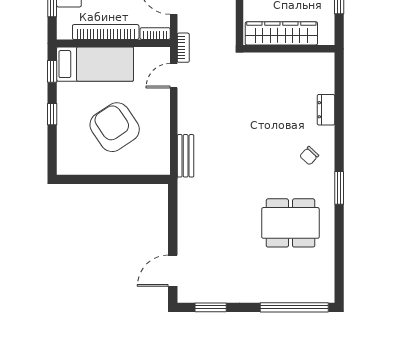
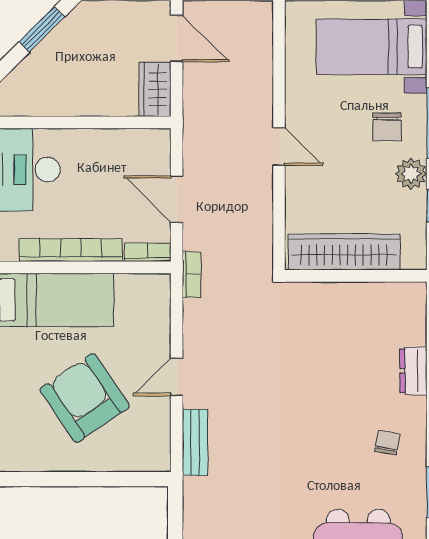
door: (174, 76) -> (177, 377), moved
chair: (309, 156) -> (387, 442), turned 147

